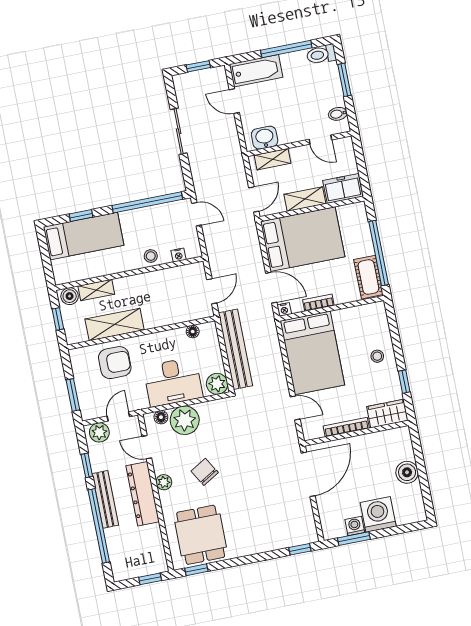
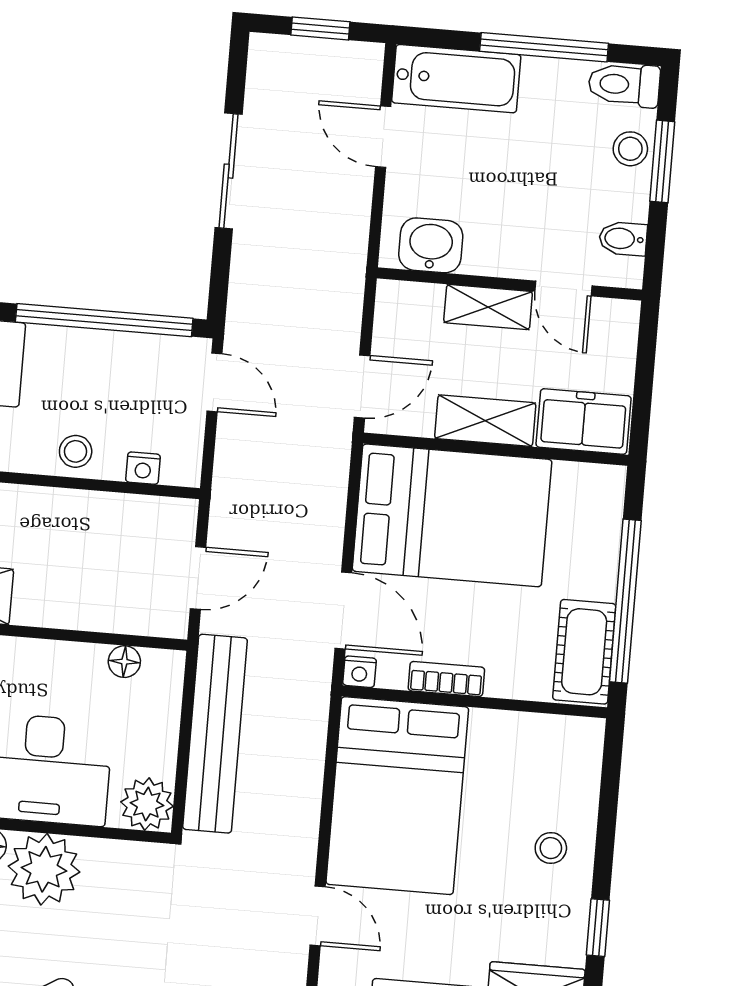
stool: (331, 78) -> (630, 149), added
shelving: (272, 159) -> (488, 307), moved

